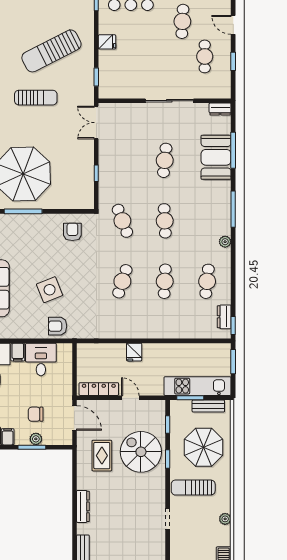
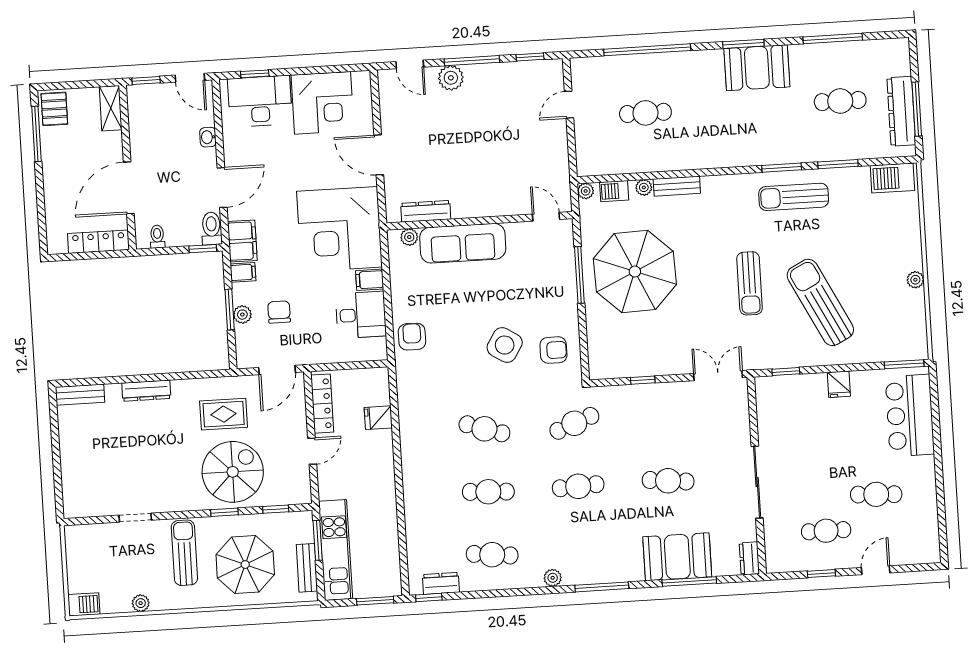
side table: (50, 290) -> (505, 345), moved, turned -36
fridge: (134, 352) -> (378, 418), moved

